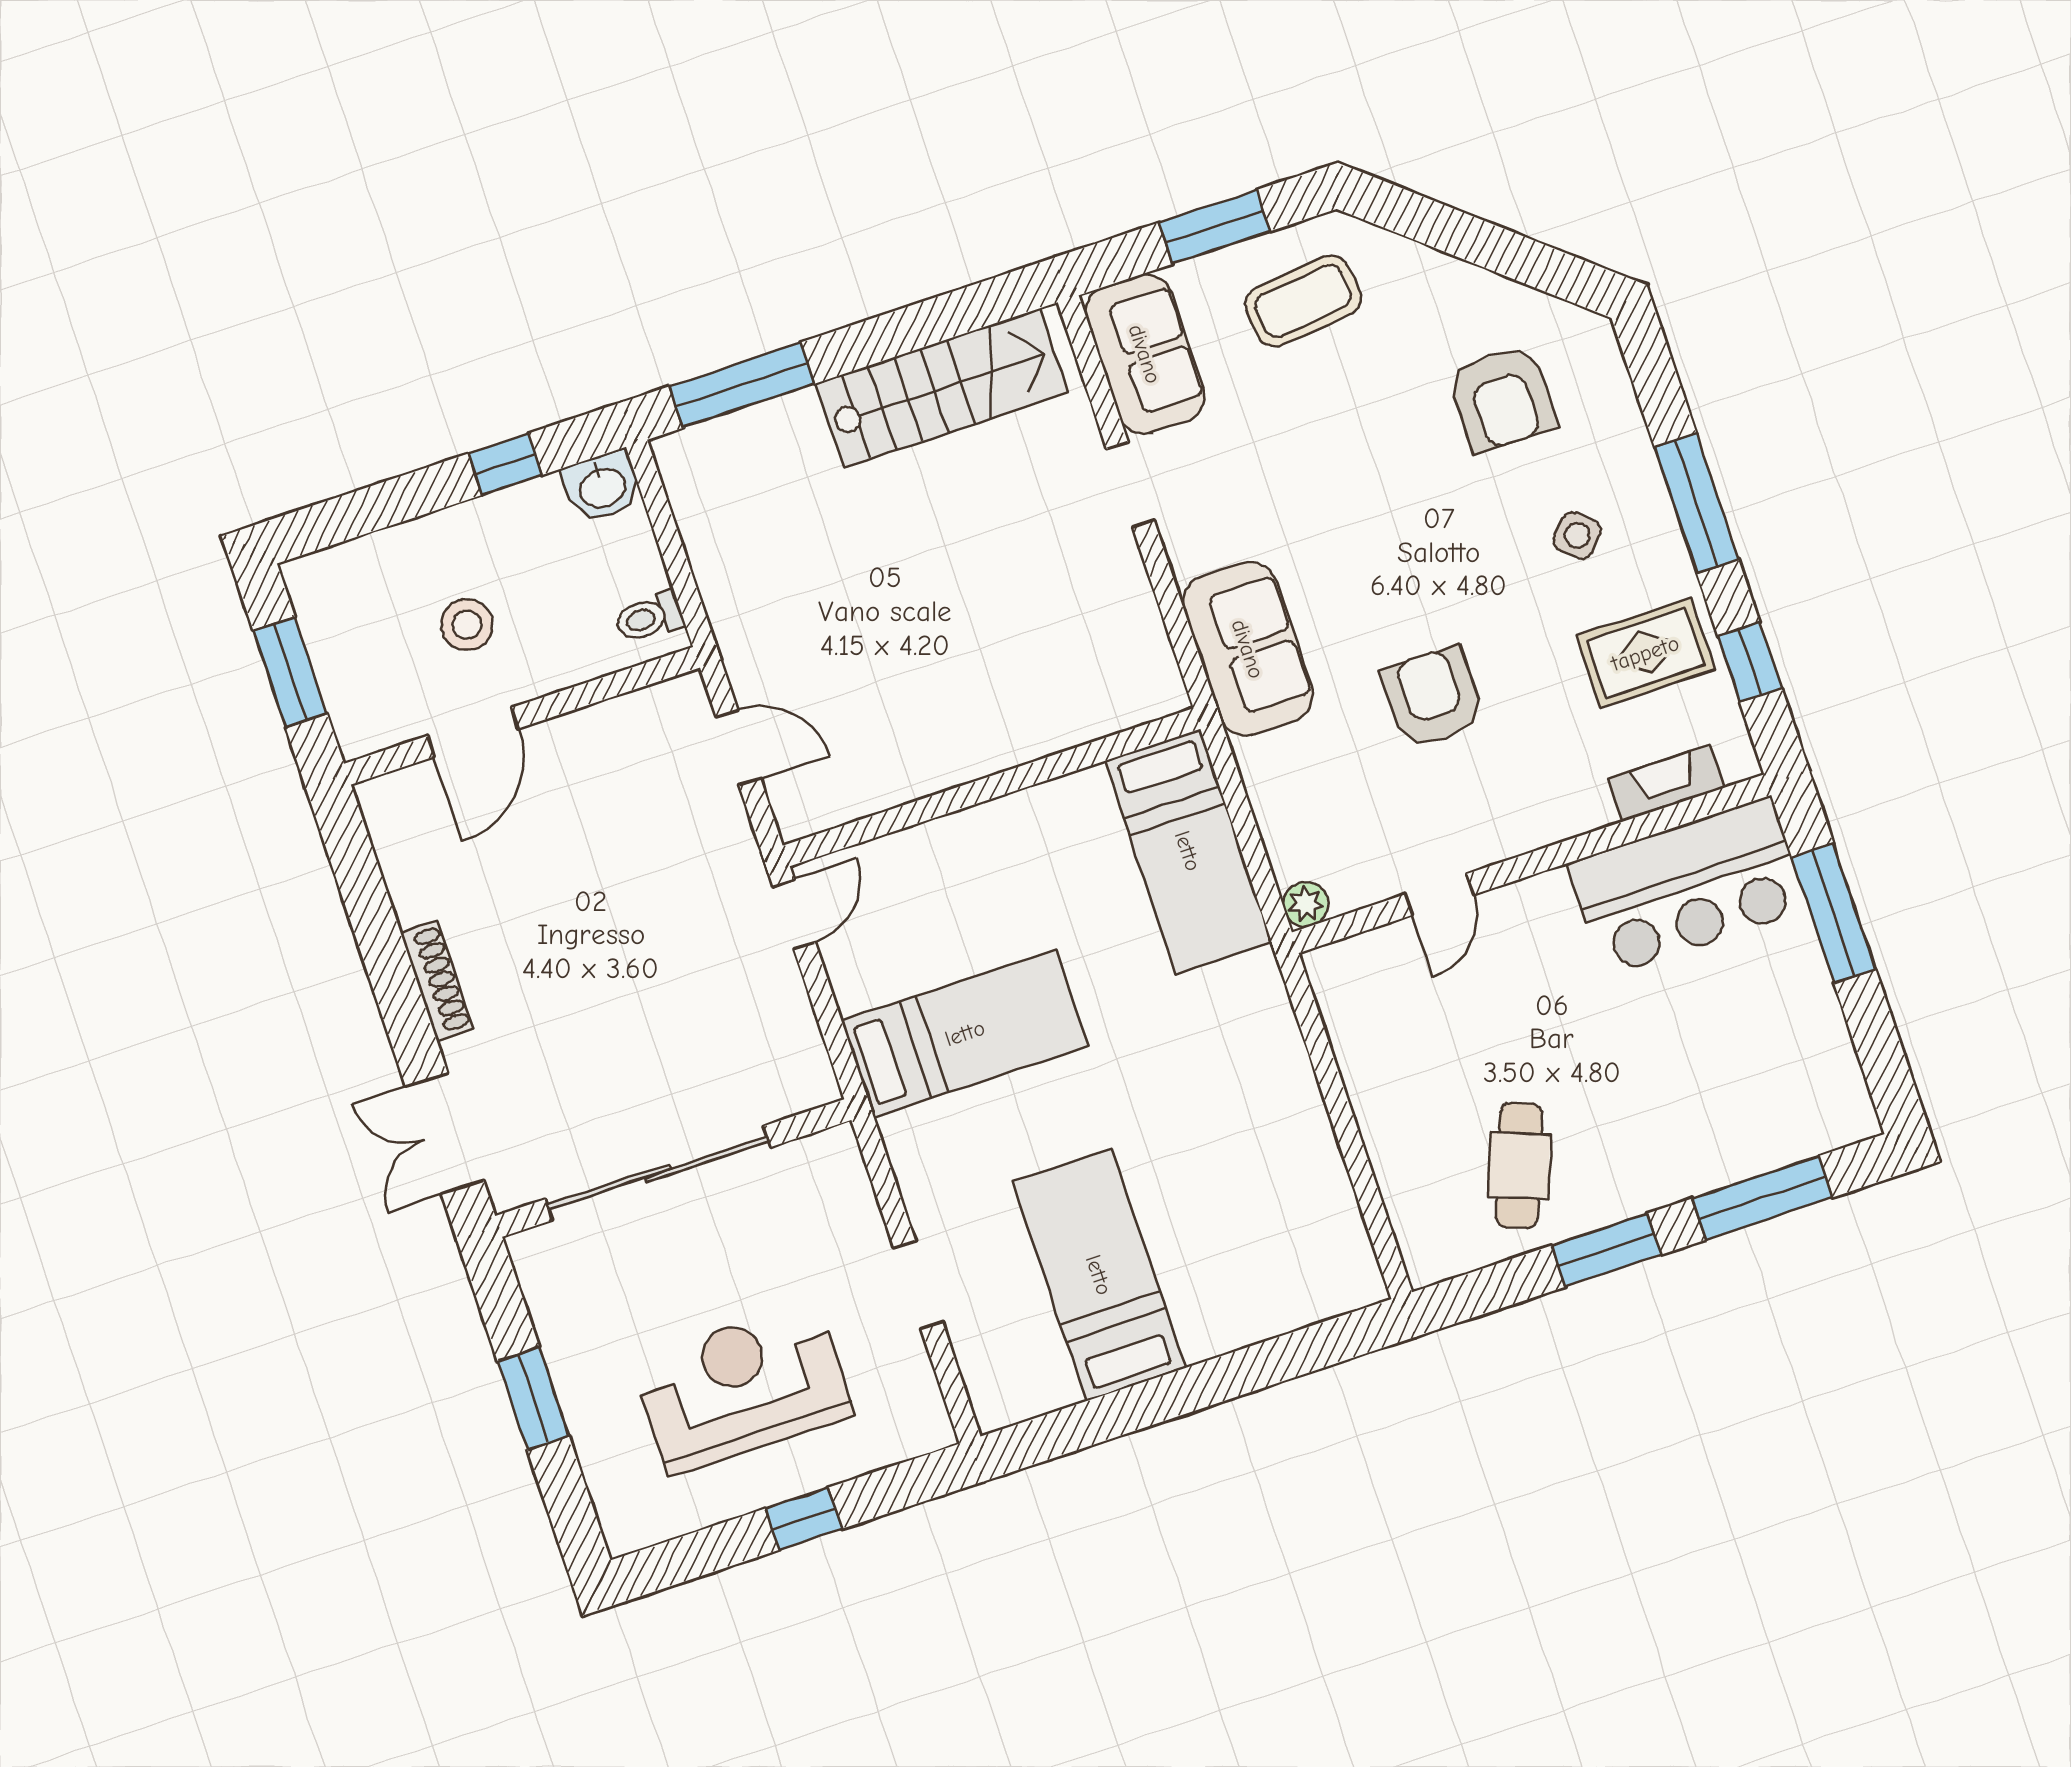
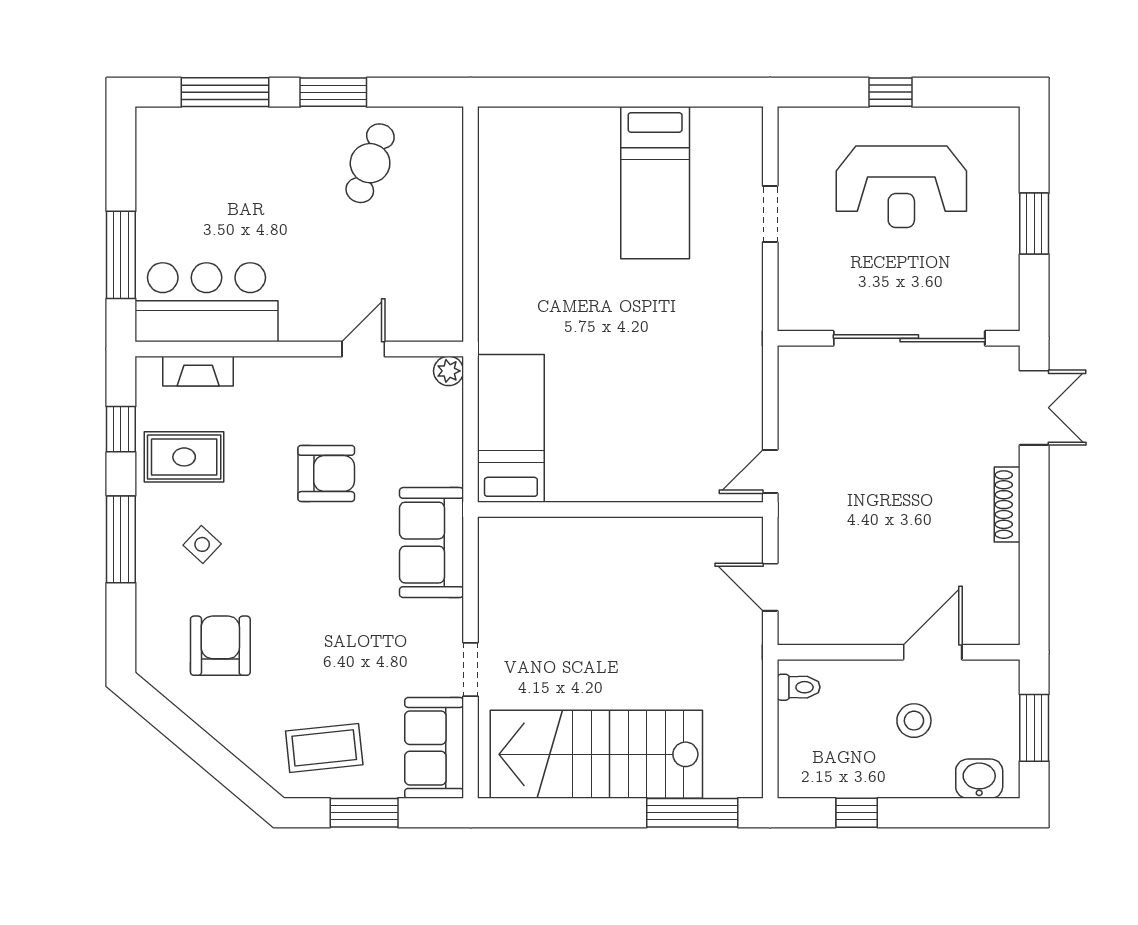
stairs: (942, 388) -> (596, 754), width x1.36, depth x1.51
washbasin: (602, 486) -> (979, 779), moved
armchair: (1433, 697) -> (326, 473), turned -90
bed: (965, 1033) -> (689, 361), removed

